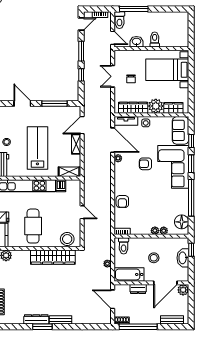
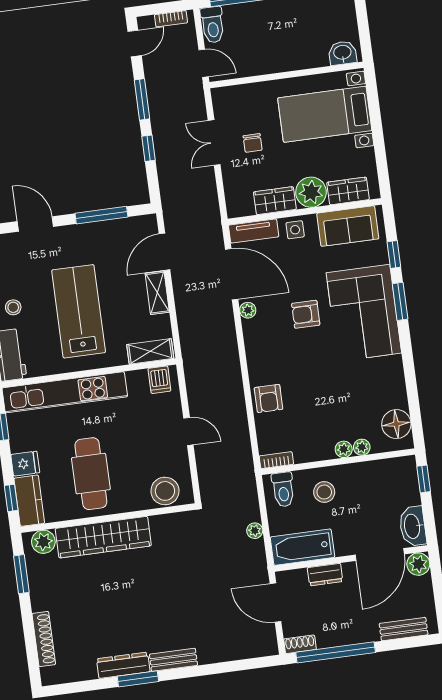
toilet: (155, 40) -> (291, 55), removed
washbasin: (136, 42) -> (342, 53), moved
wardrobe: (133, 108) -> (275, 201), width x0.67
sofa: (180, 130) -> (348, 226), moved, turned -90
dishwasher: (61, 186) -> (159, 380), moved
window: (191, 198) -> (409, 371), removed
wardrobe: (53, 257) -> (103, 537), moved
stool: (154, 258) -> (324, 492), moved
washbasin: (183, 258) -> (413, 526), moved

